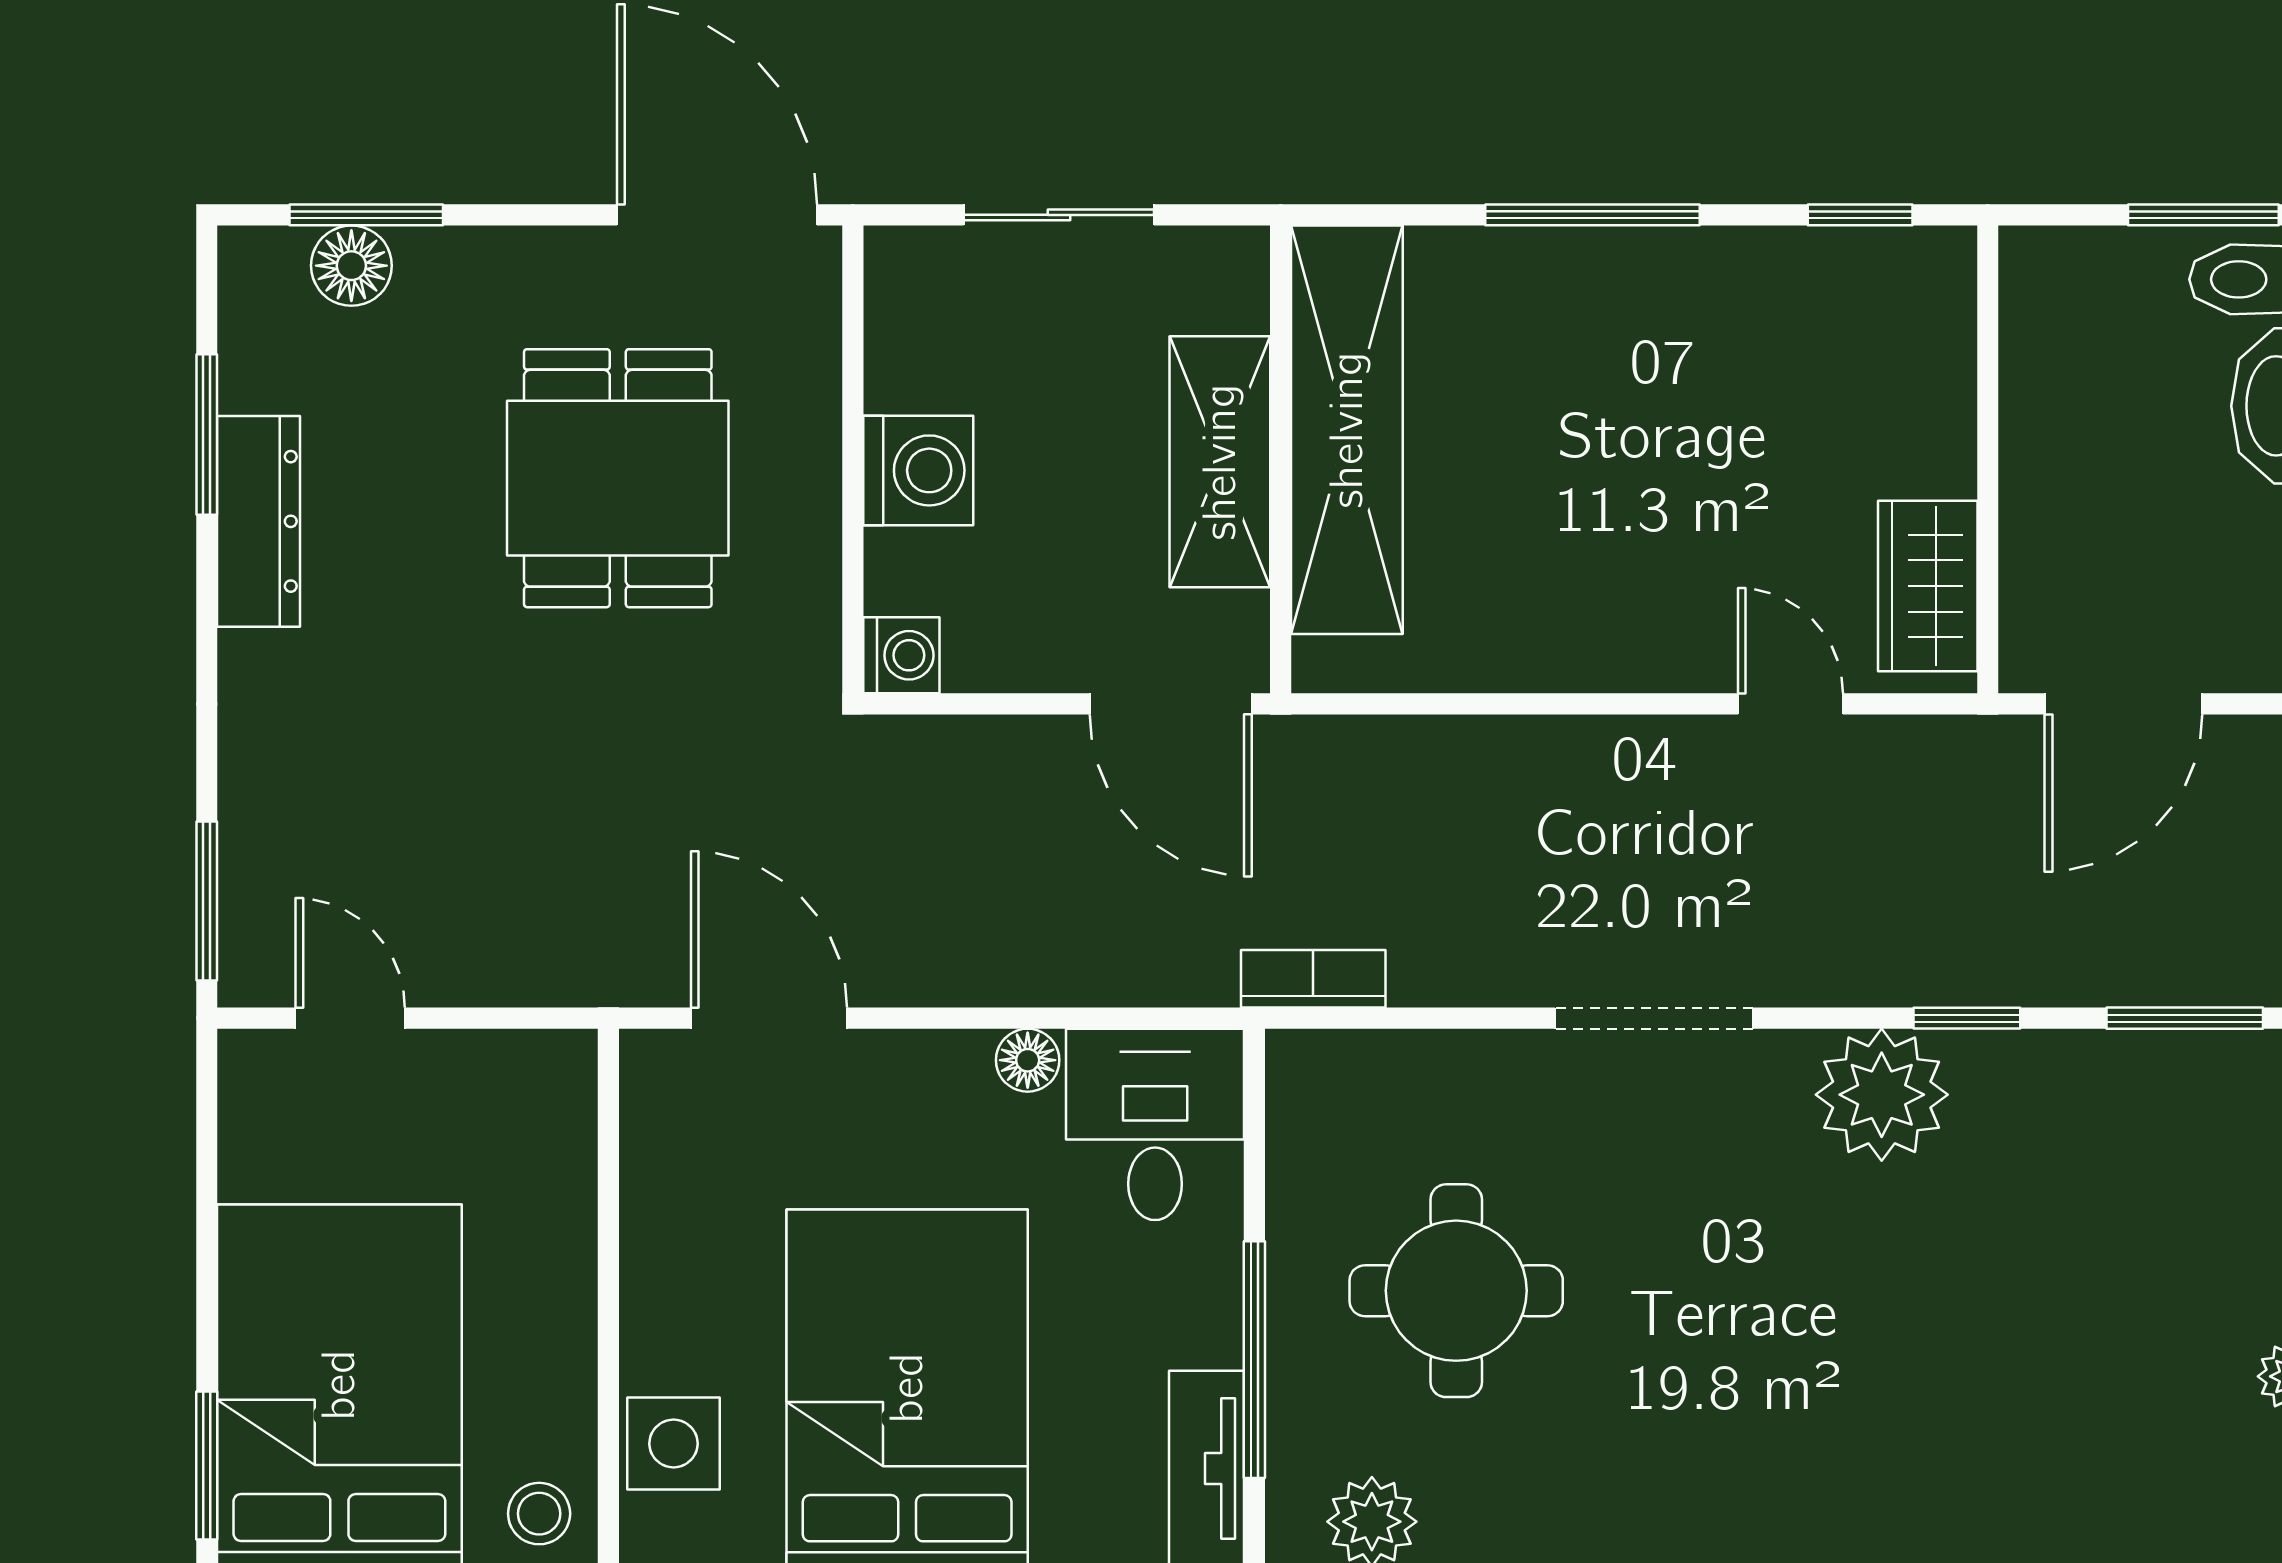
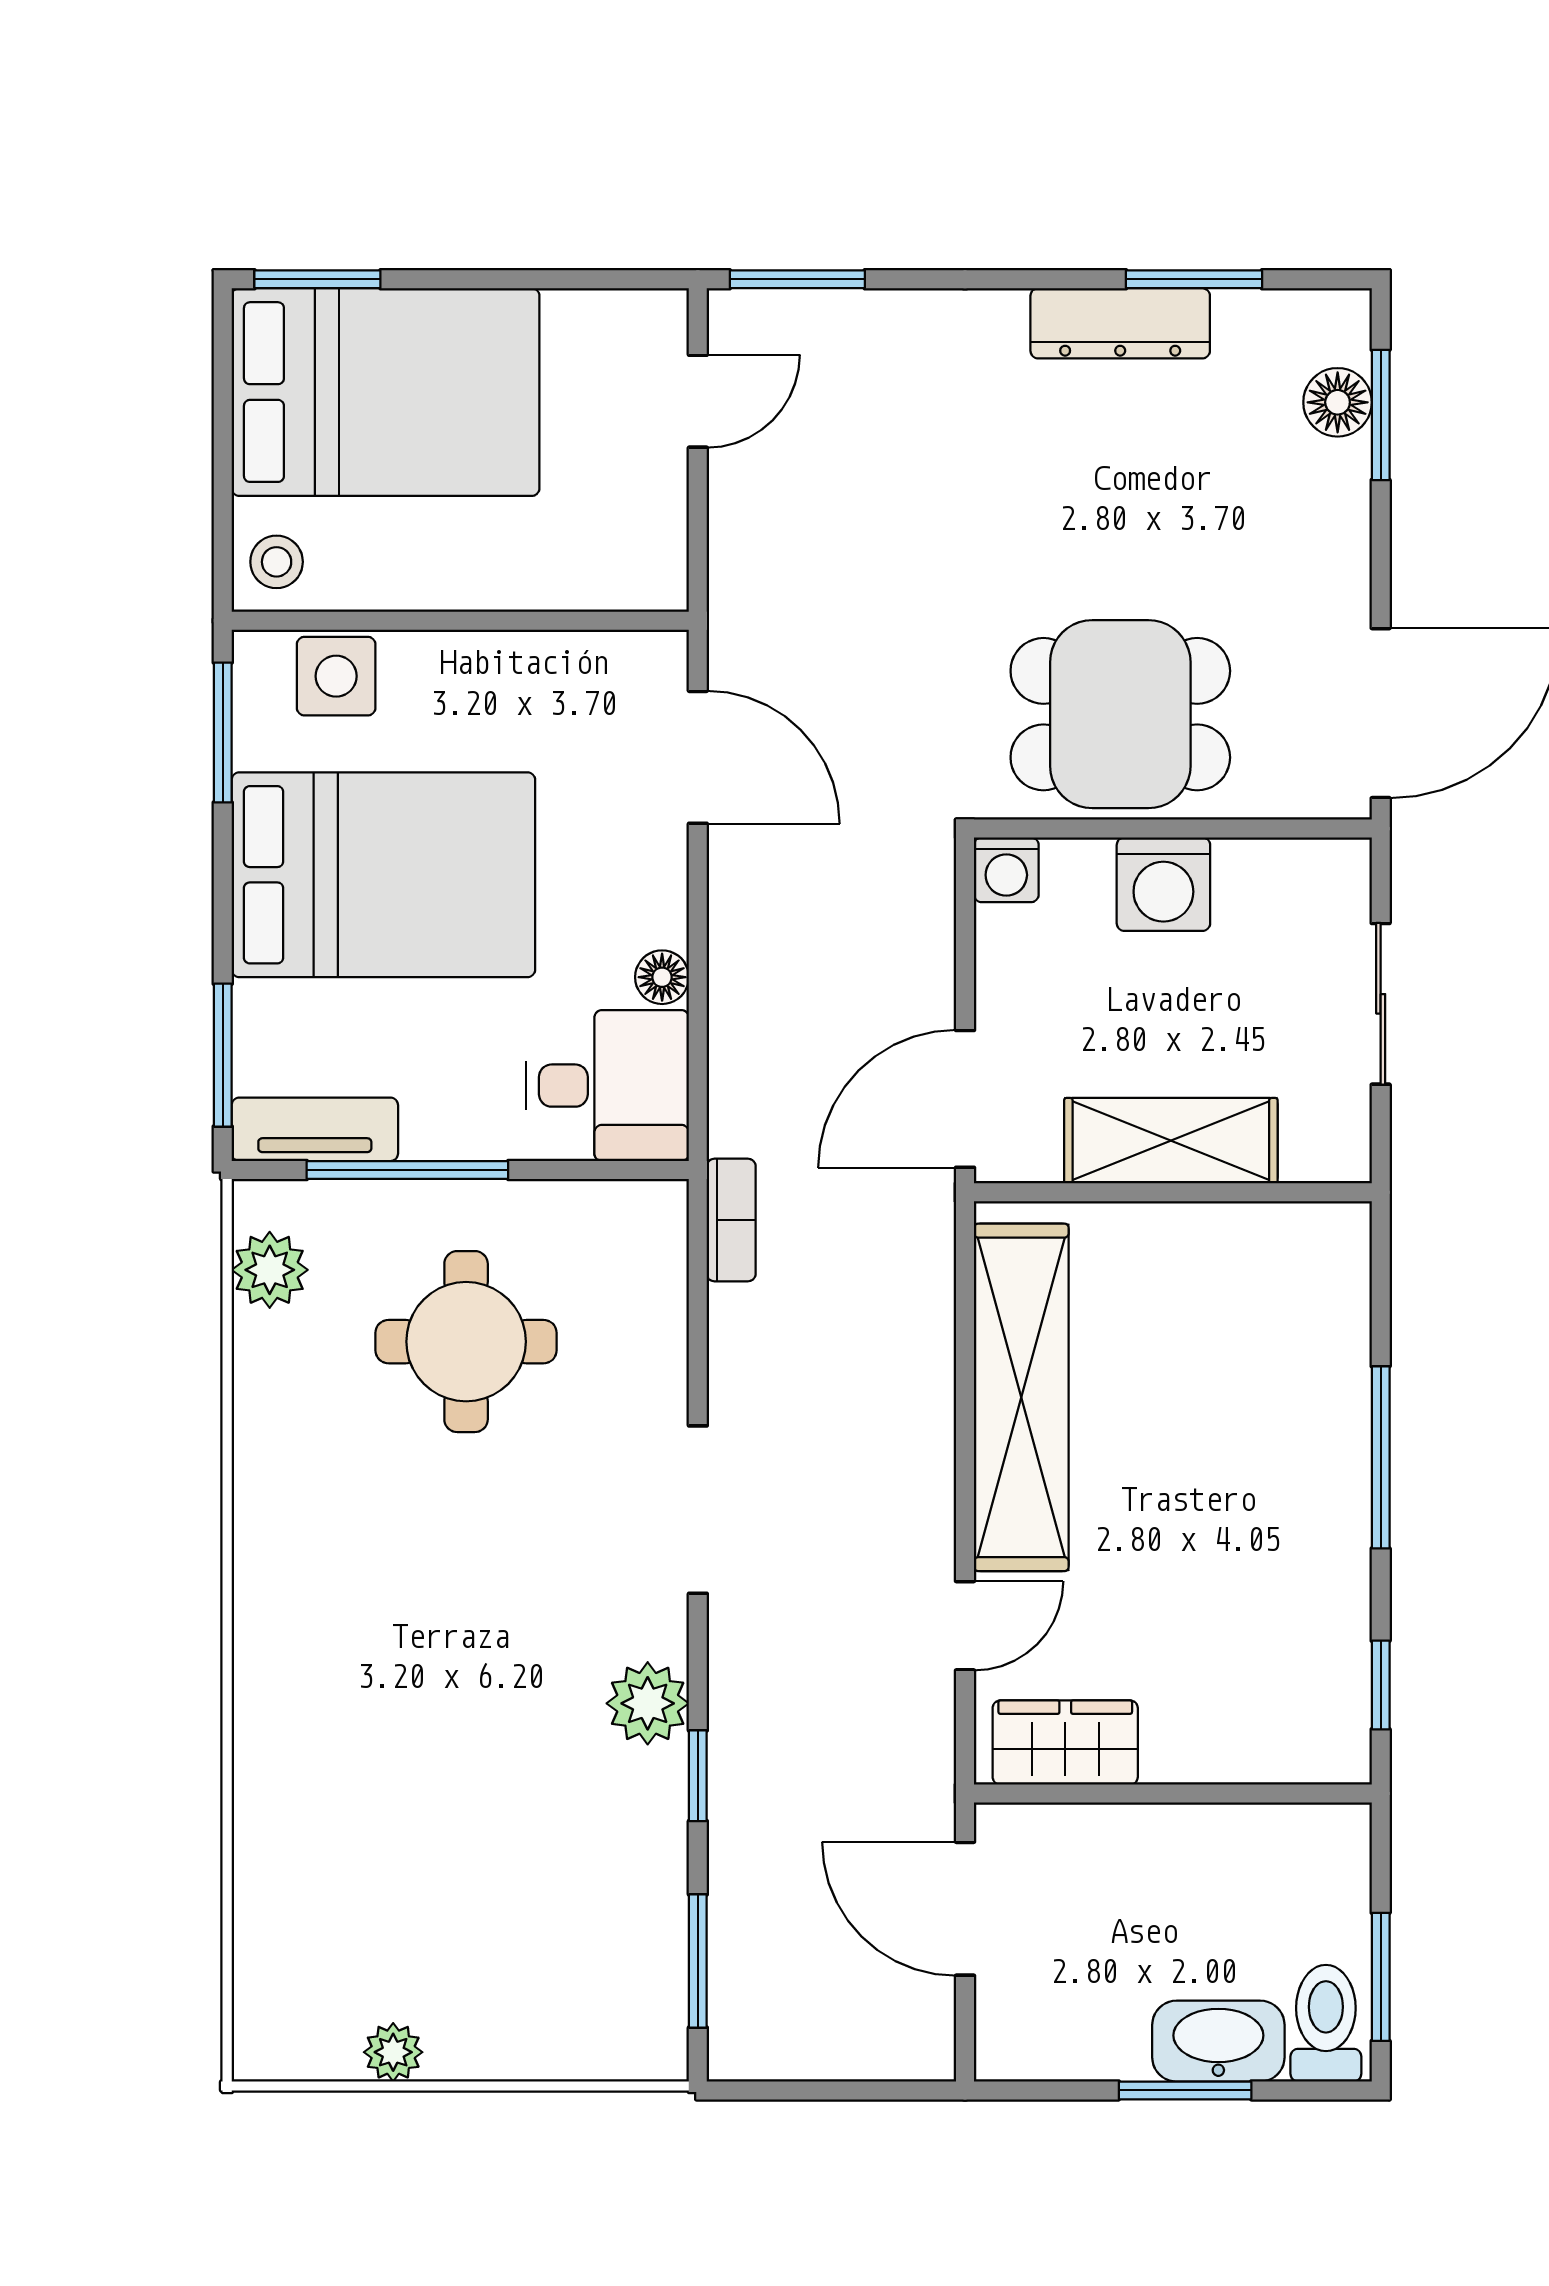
shelving: (1347, 430) -> (1021, 1397), moved, turned 90
dining table: (618, 478) -> (1120, 714), moved
door: (769, 1018) -> (698, 757), hinge flipped
plant: (1882, 1095) -> (648, 1703), width x0.73, depth x0.73

